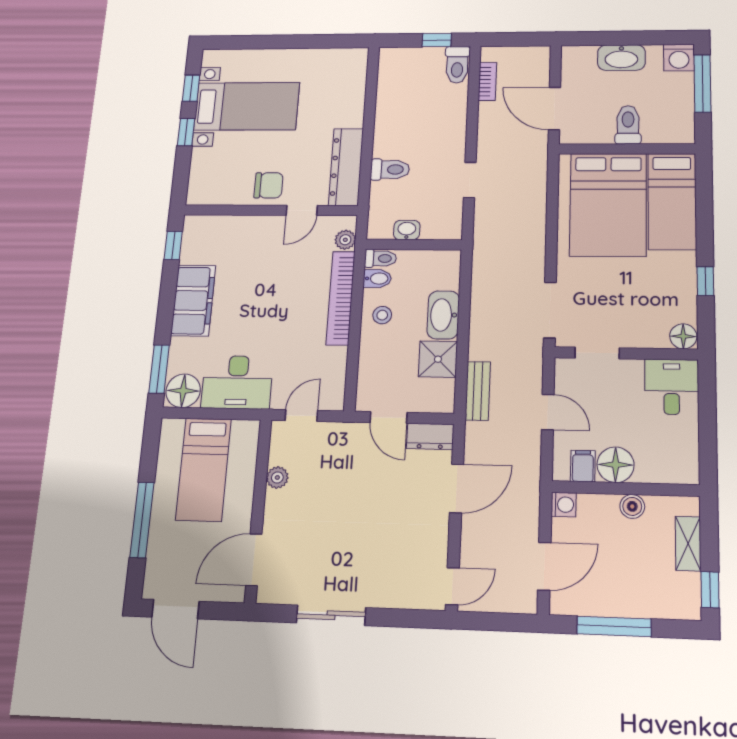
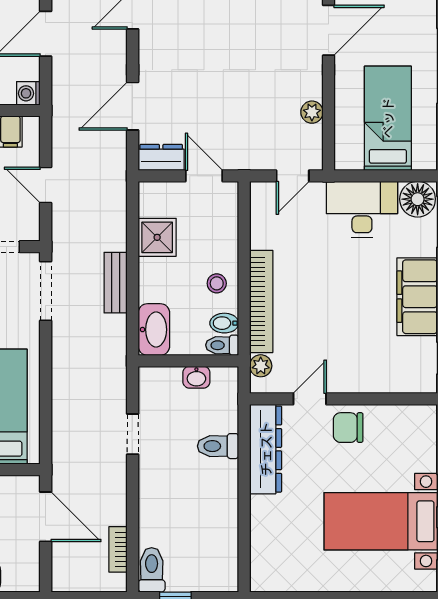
washbasin: (443, 315) -> (154, 330), moved
bench: (478, 391) -> (116, 283), moved

